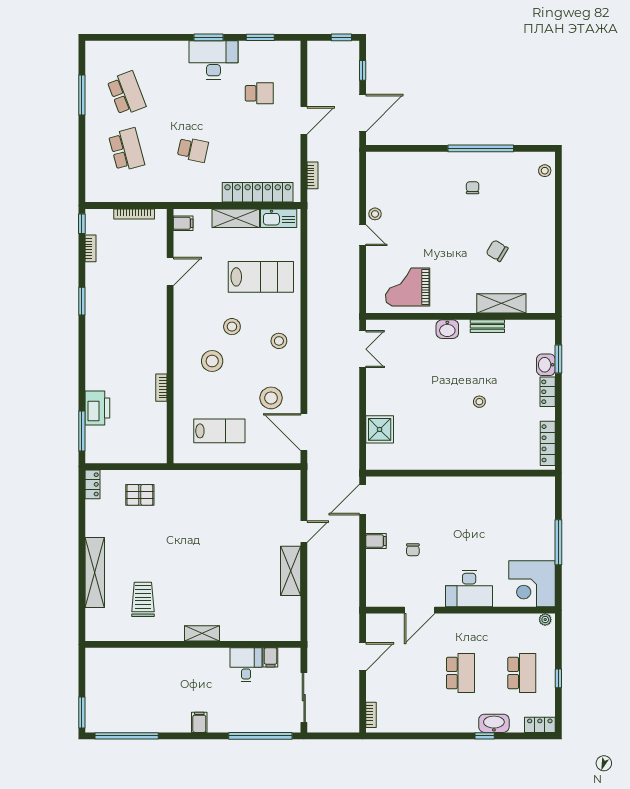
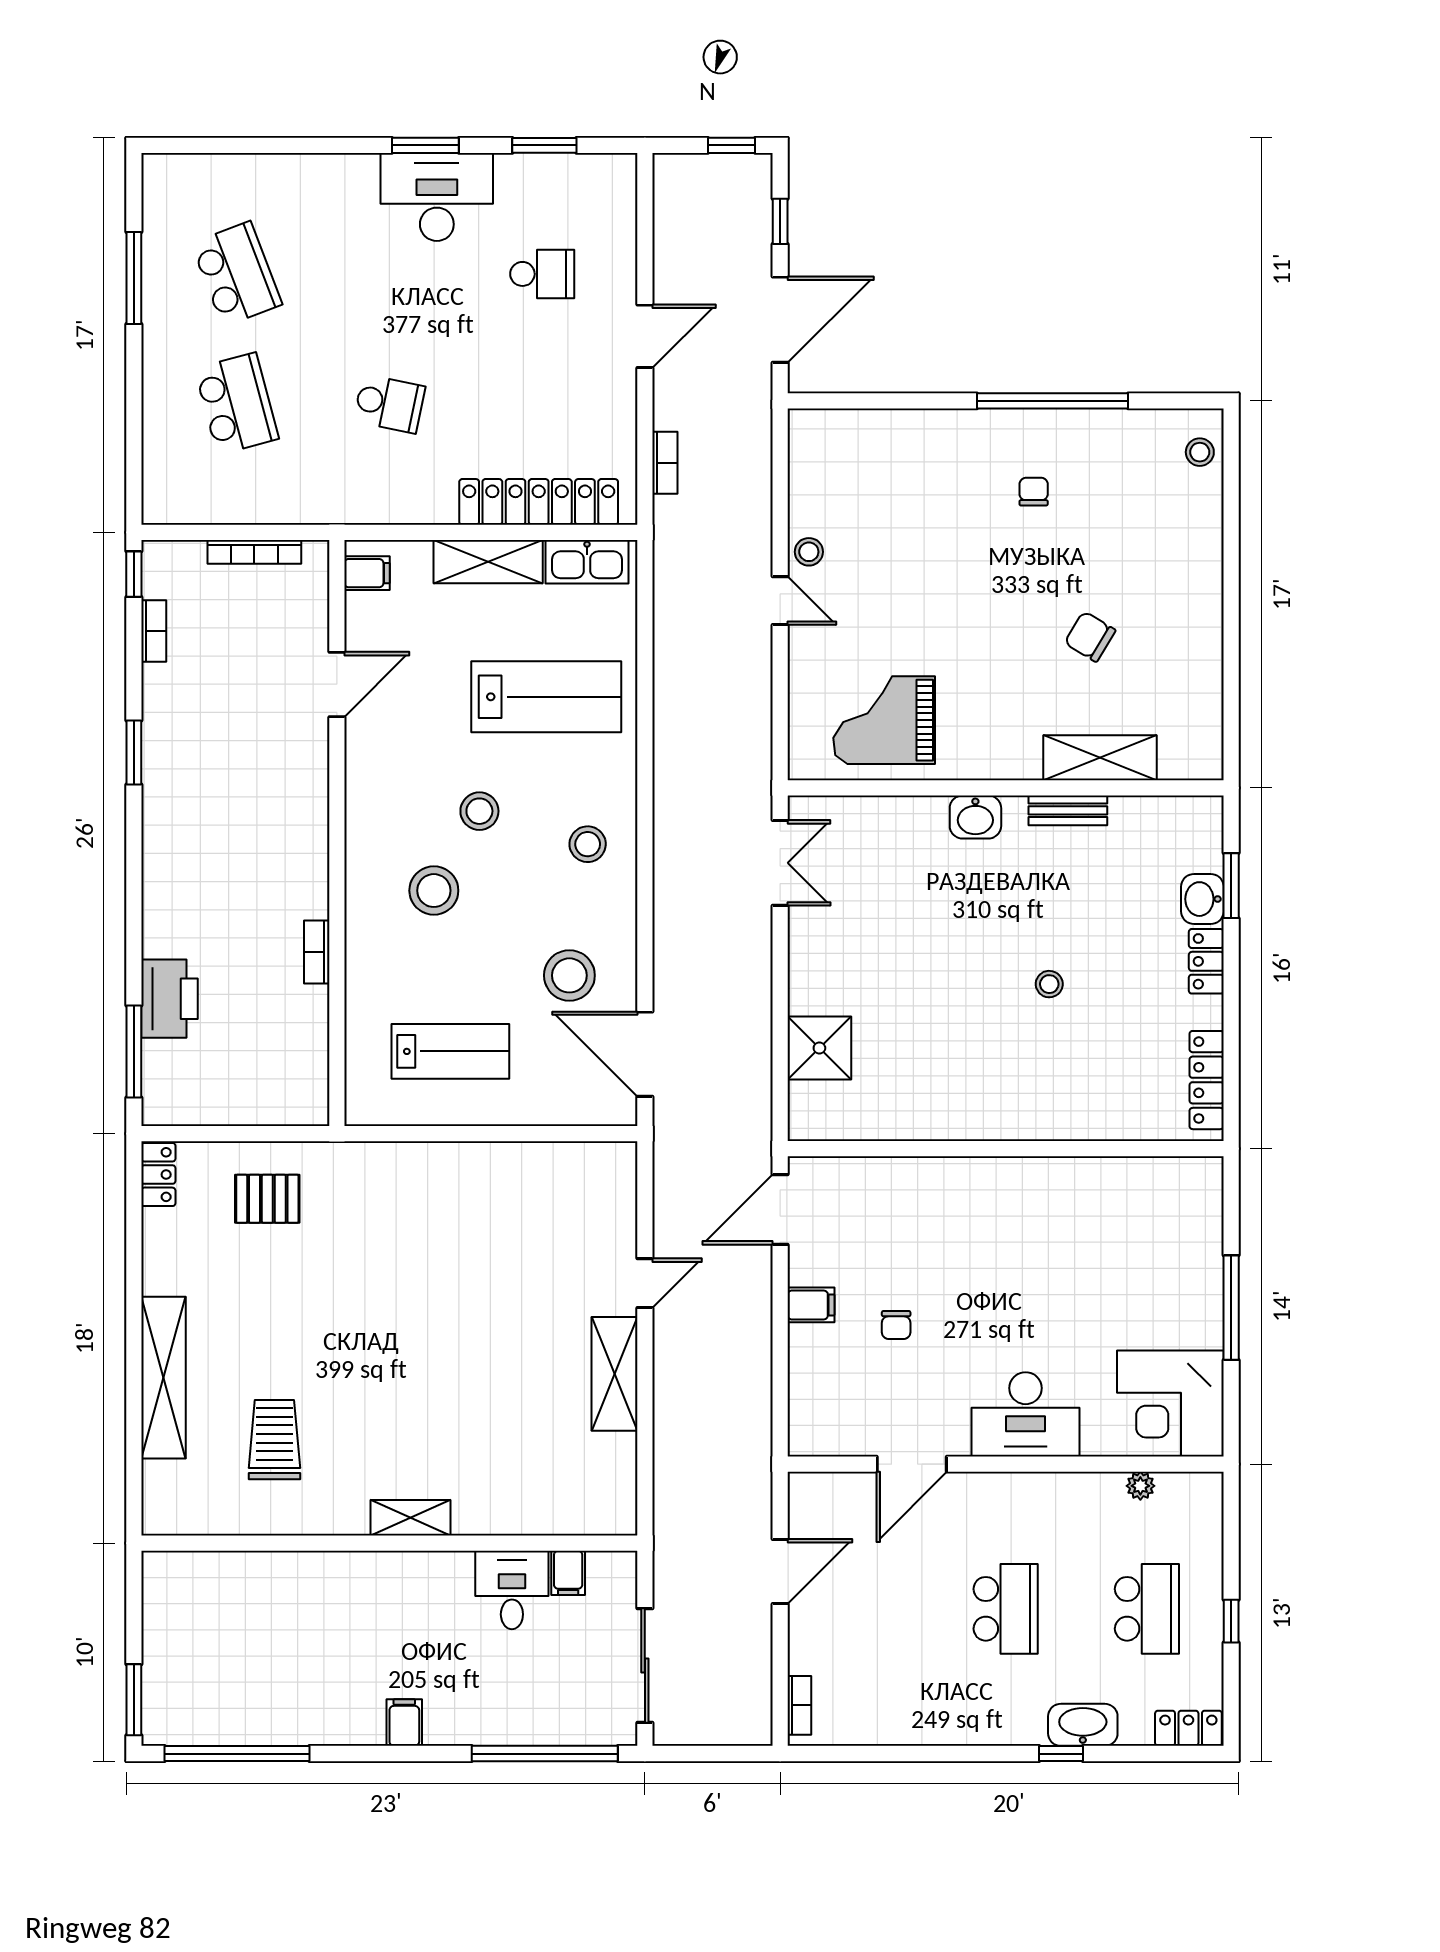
plant: (545, 620) -> (1140, 1486), moved

